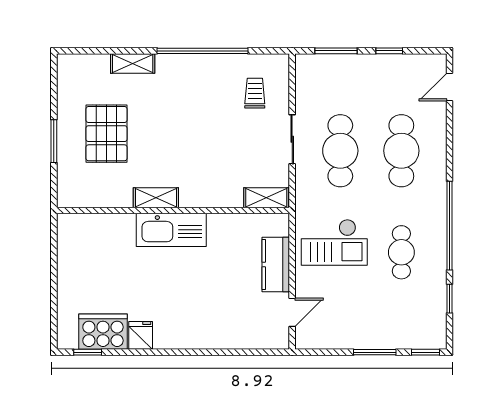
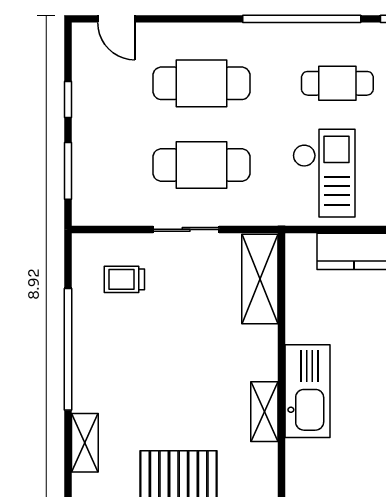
shelving: (266, 198) -> (260, 279), width x1.50, depth x1.33

